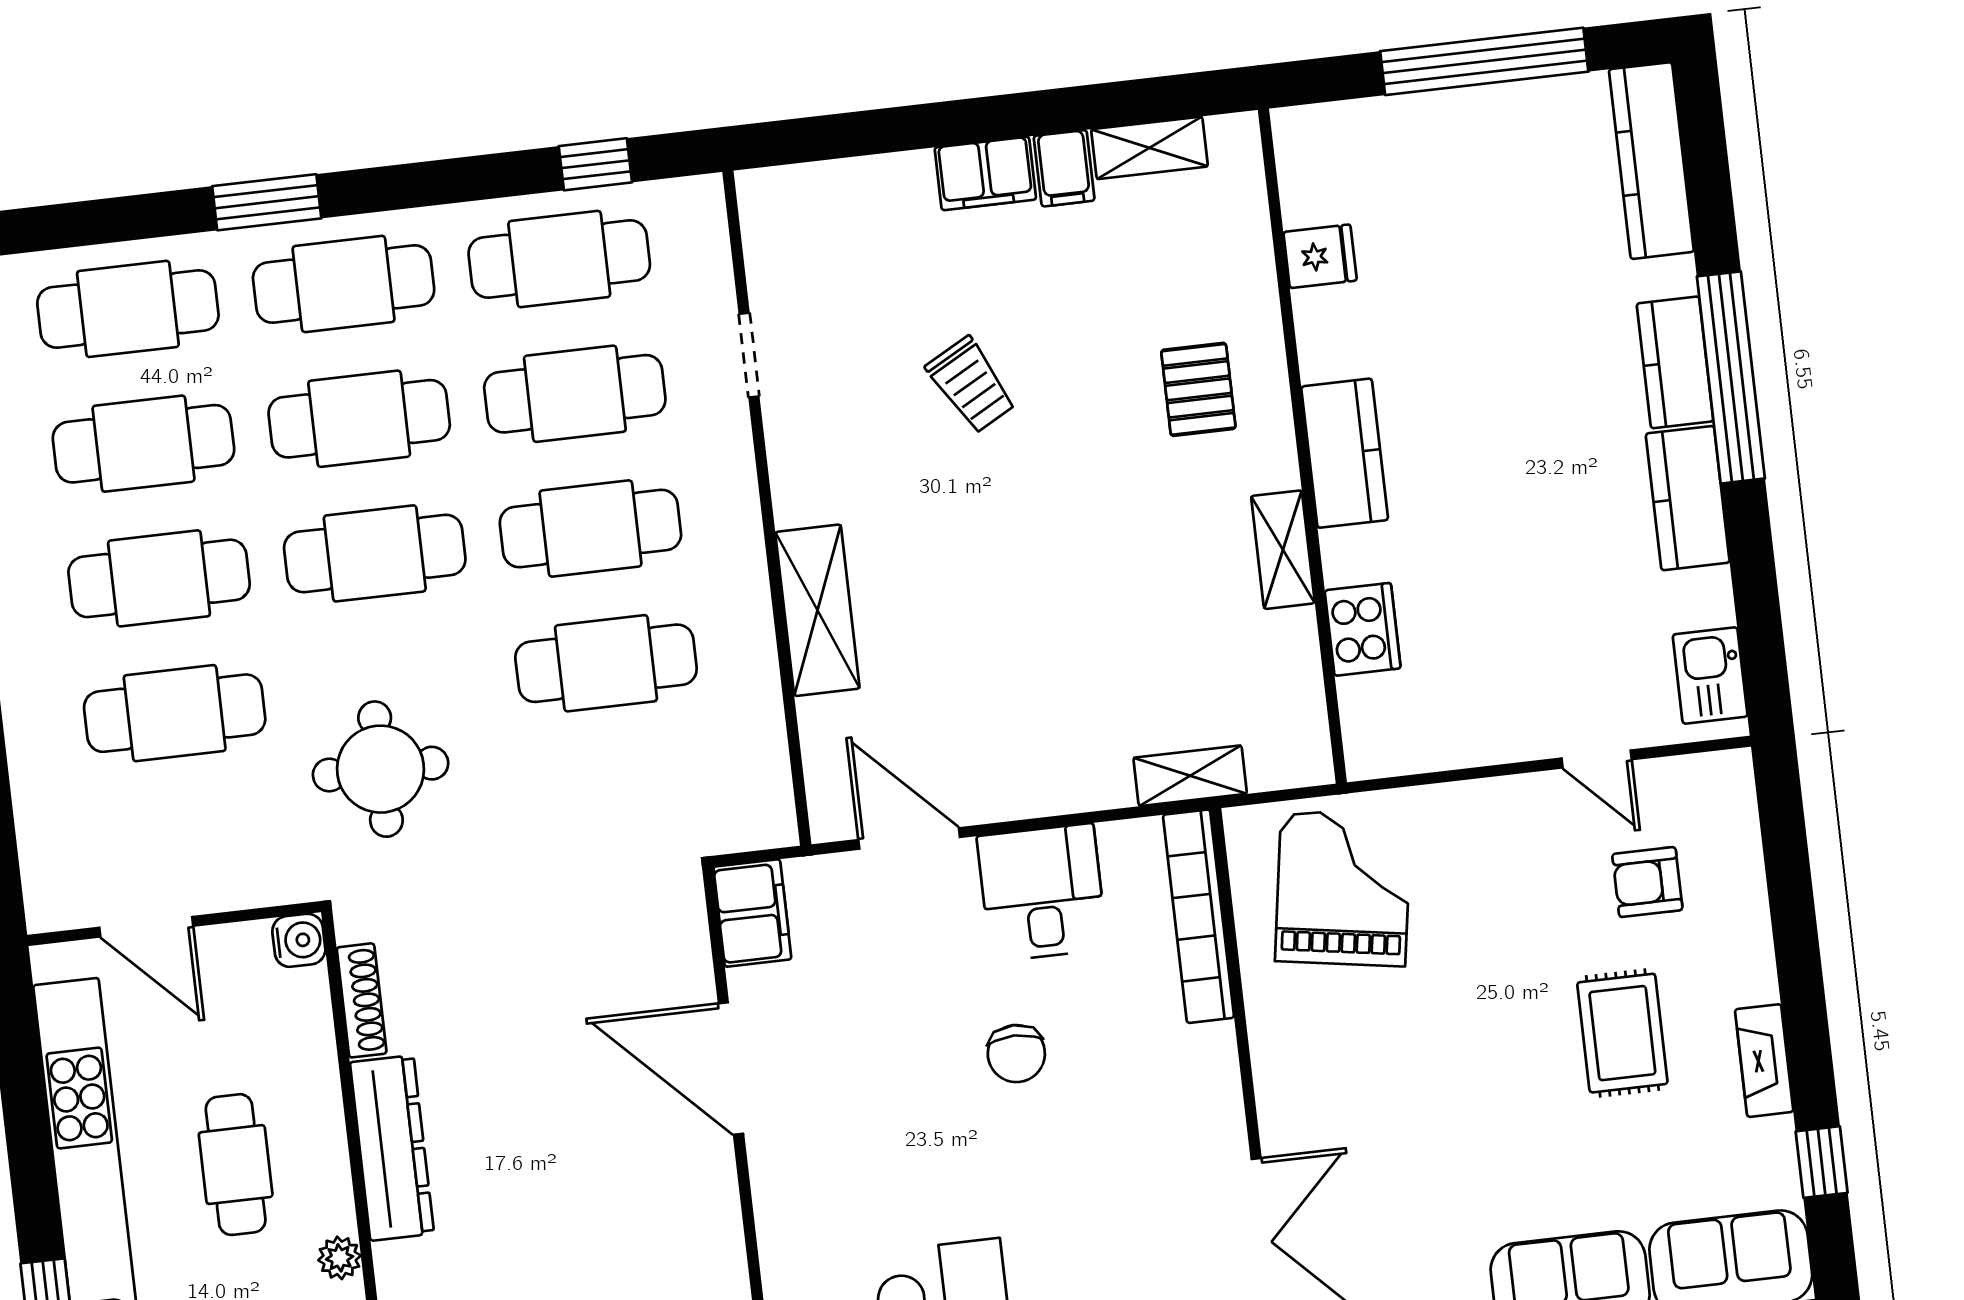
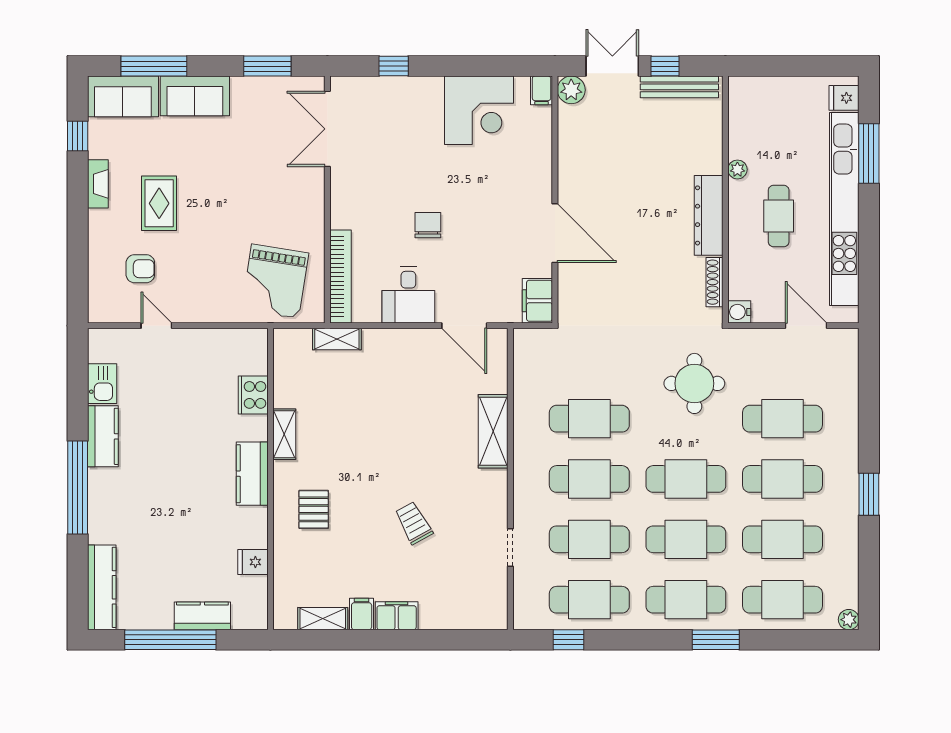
kitchen counter: (1675, 362) -> (202, 616), moved, turned -90
kitchen sink: (1710, 676) -> (102, 384), moved

